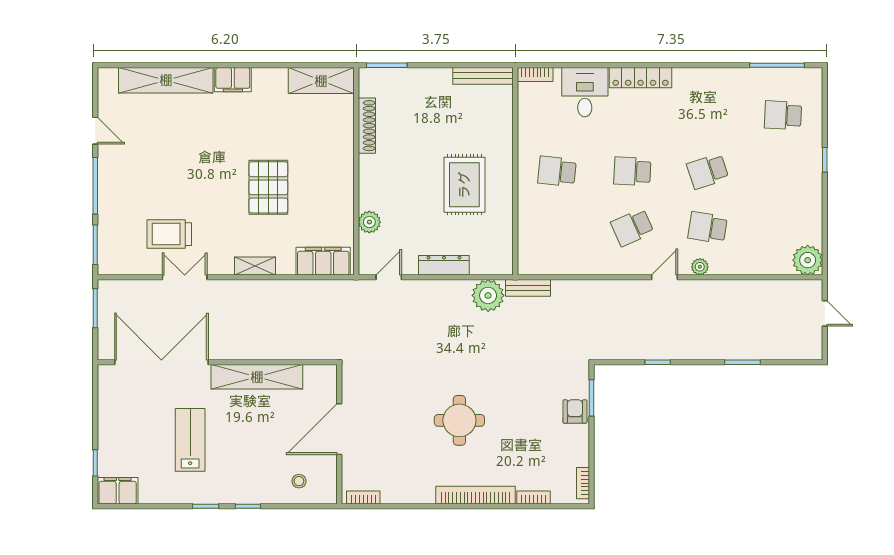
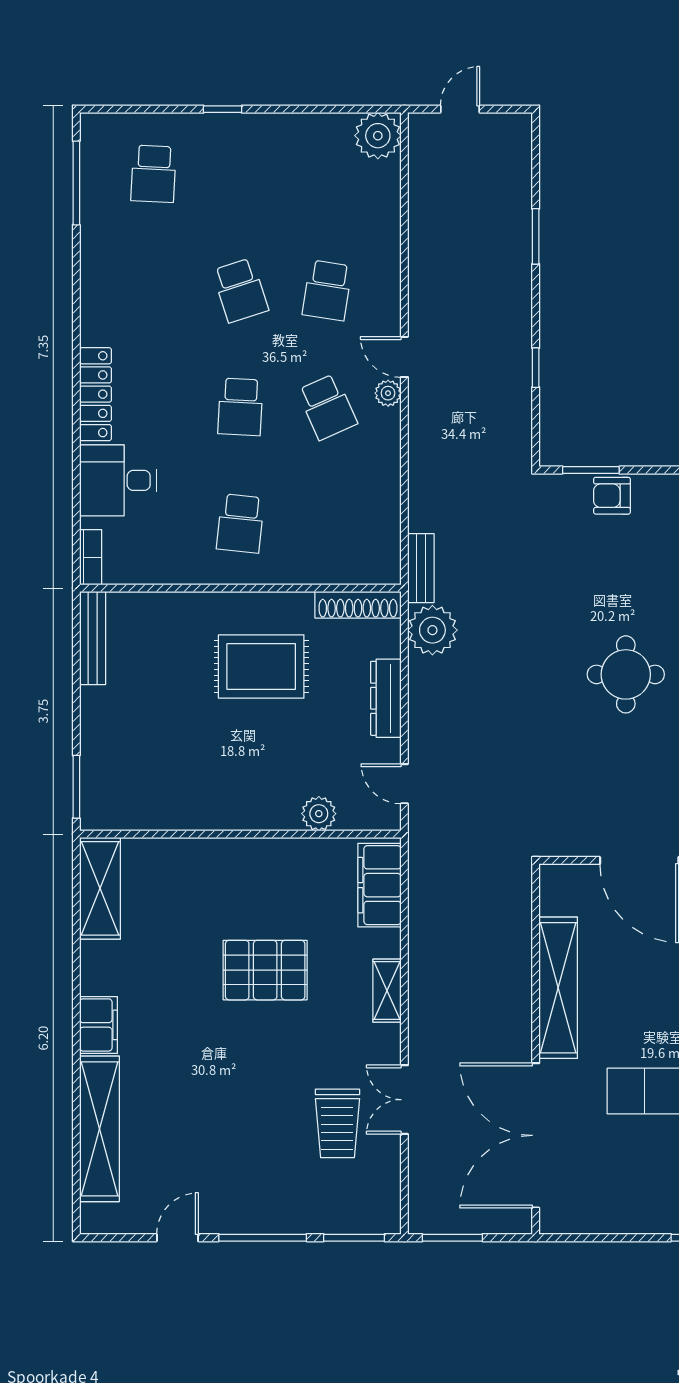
shoe rack: (367, 126) -> (358, 605), moved, turned 180
plant: (700, 267) -> (388, 393), moved

